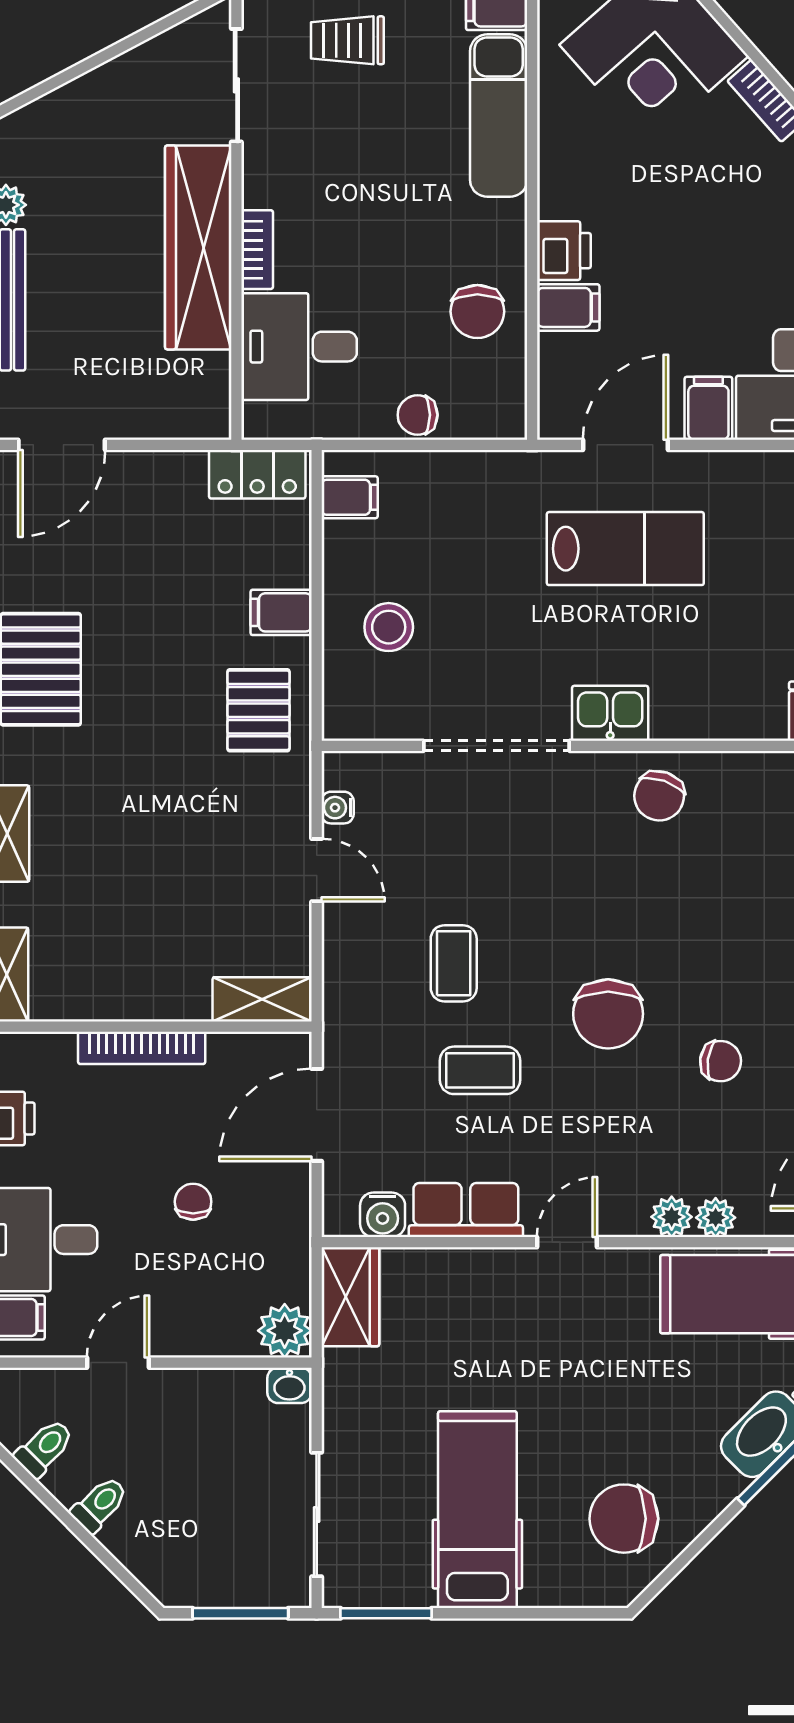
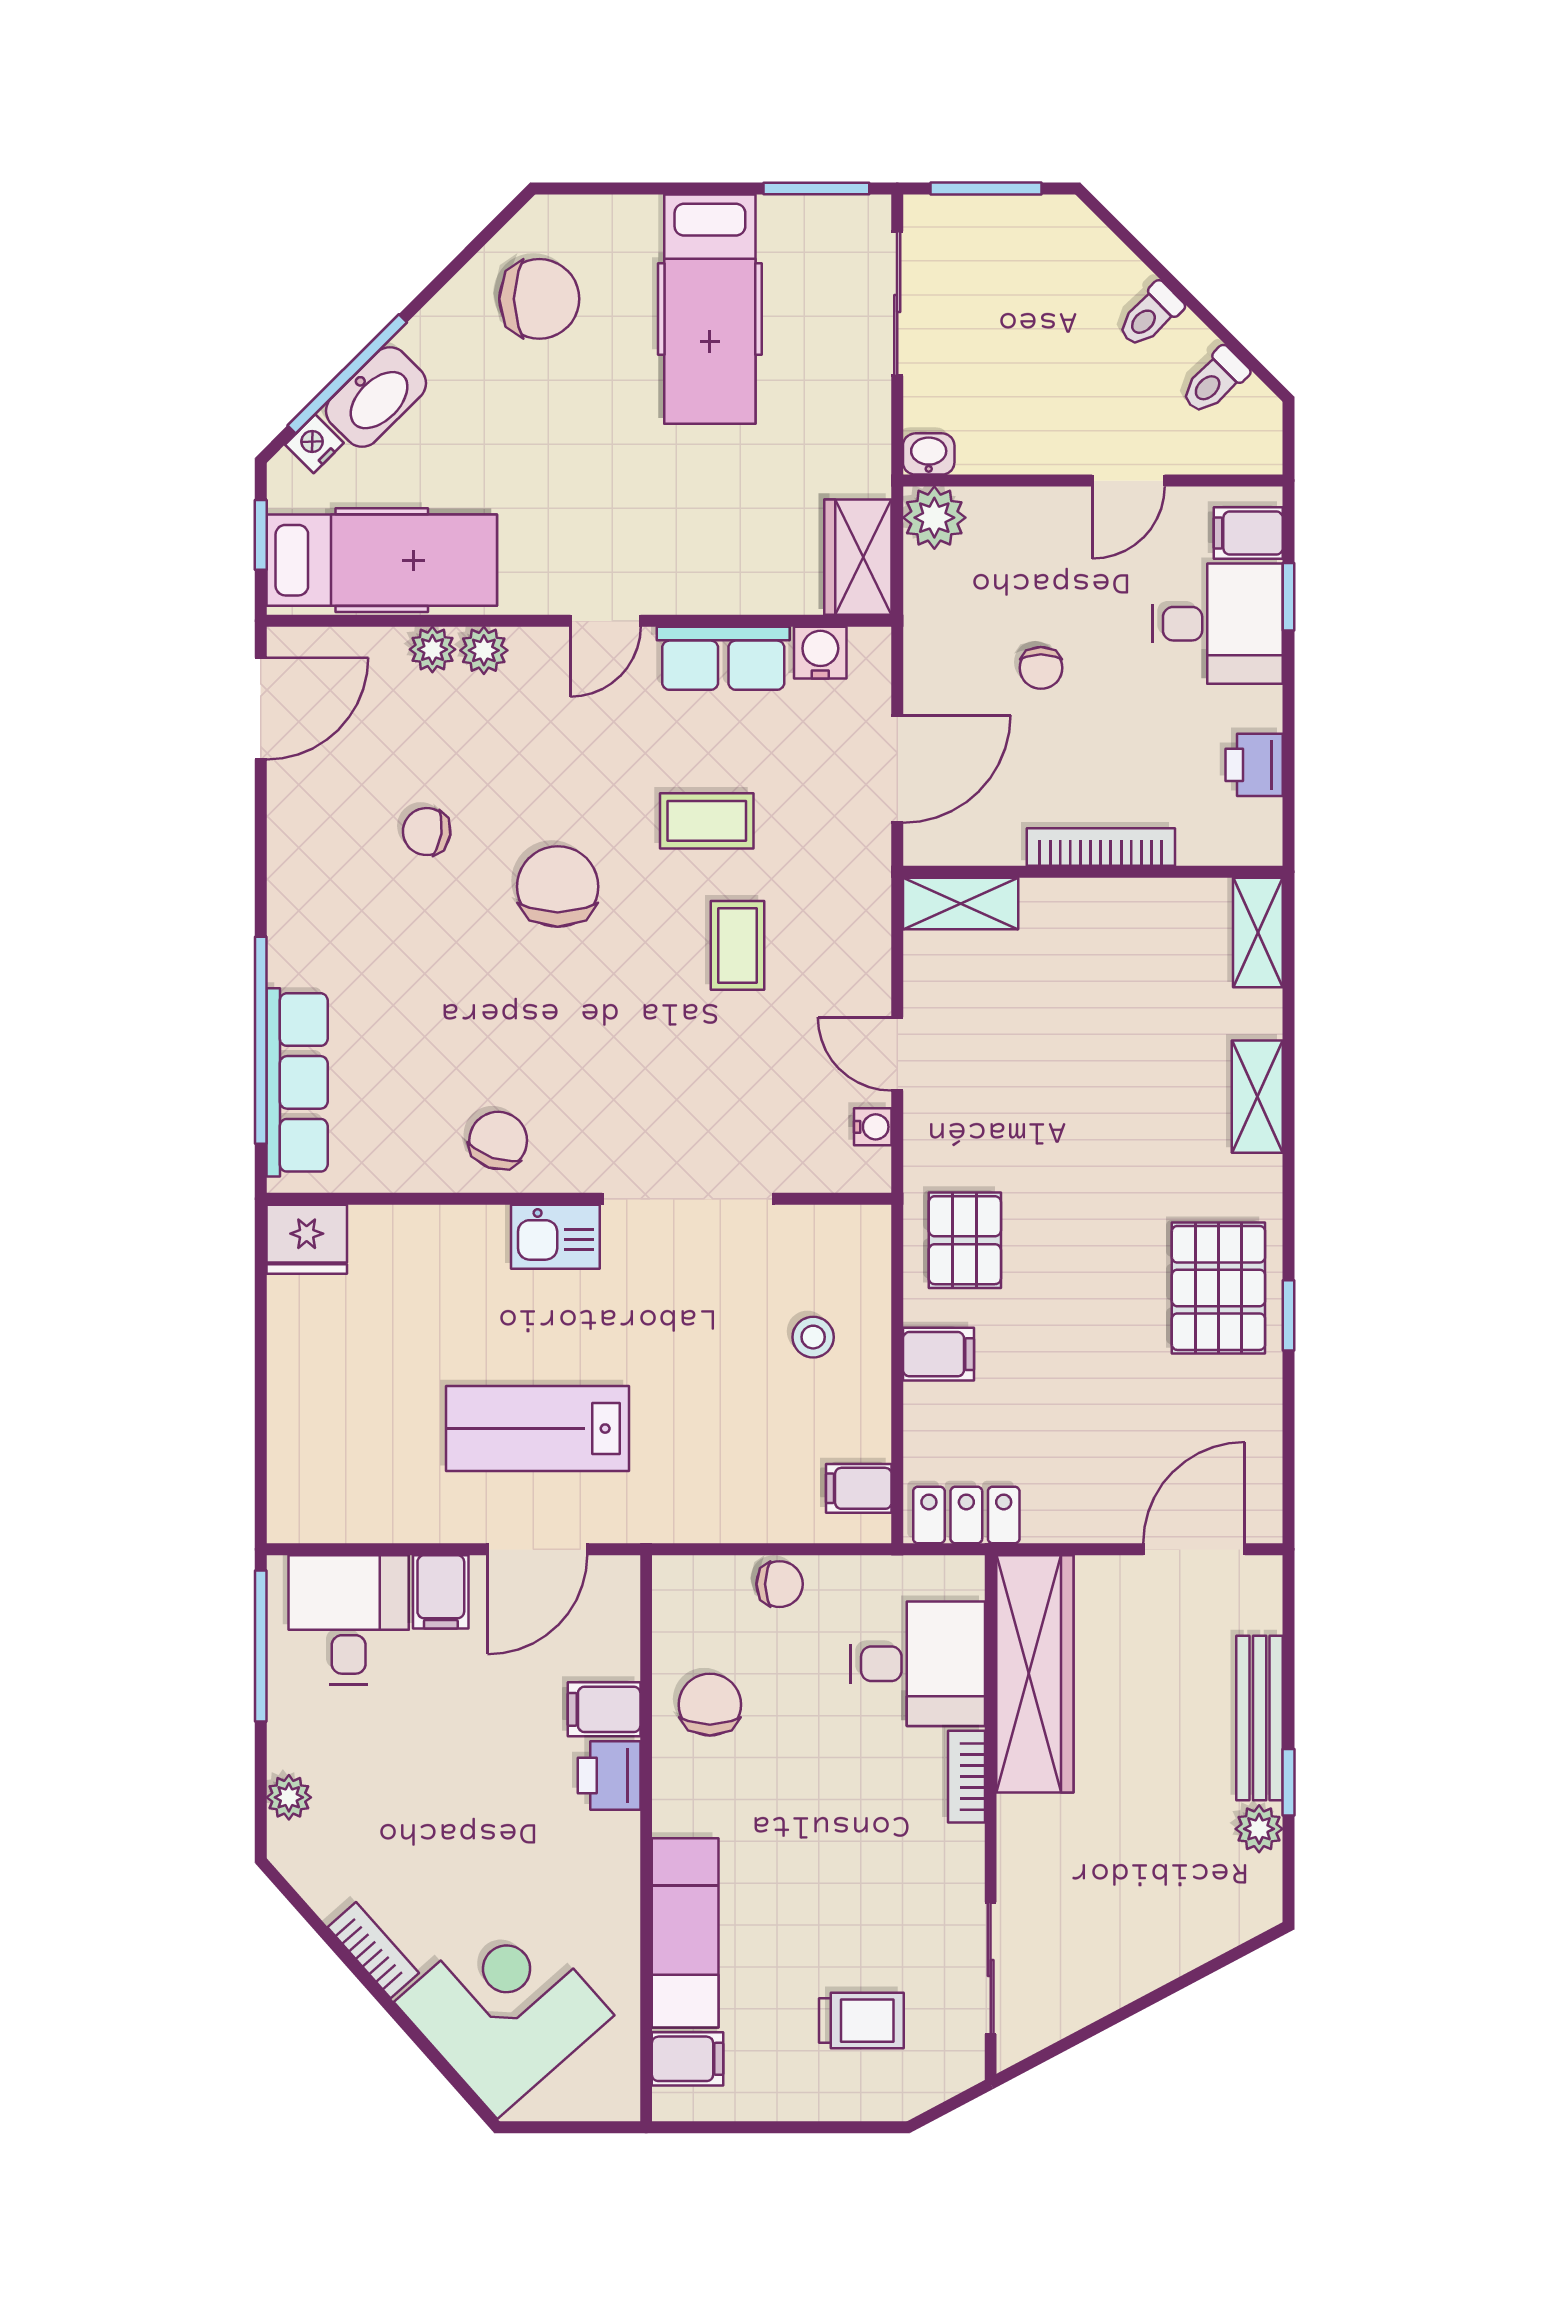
wardrobe: (198, 247) -> (1035, 1674), moved
stool: (389, 627) -> (813, 1337), width x0.73, depth x0.73

